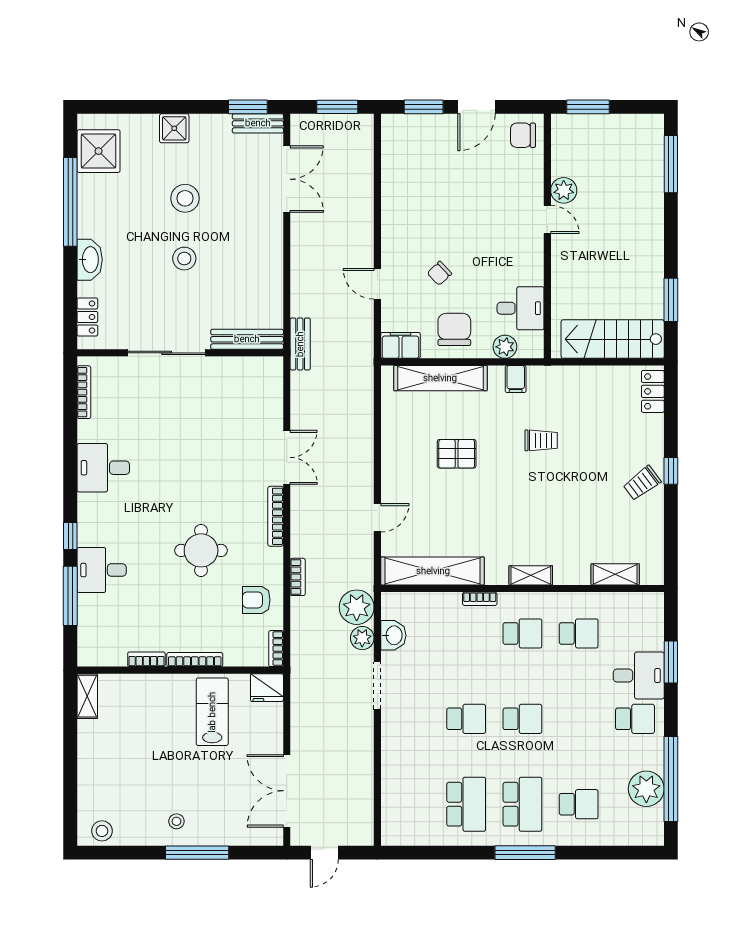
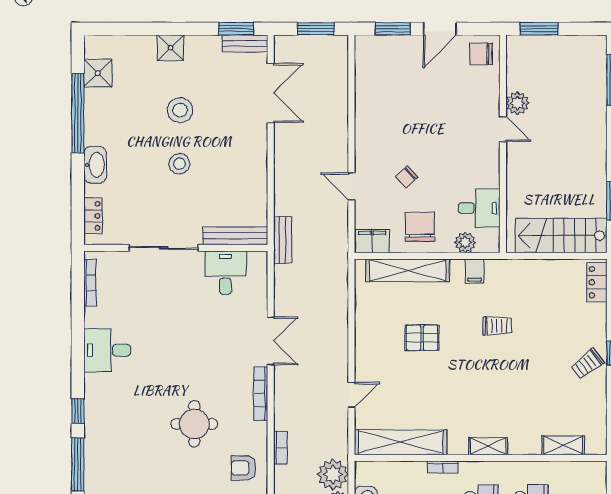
shower: (99, 151) -> (98, 73), width x0.73, depth x0.73
desk: (102, 570) -> (226, 273), moved, turned 90

